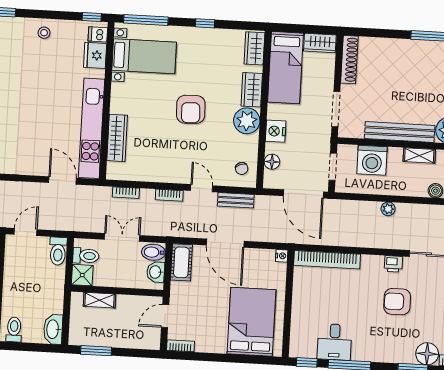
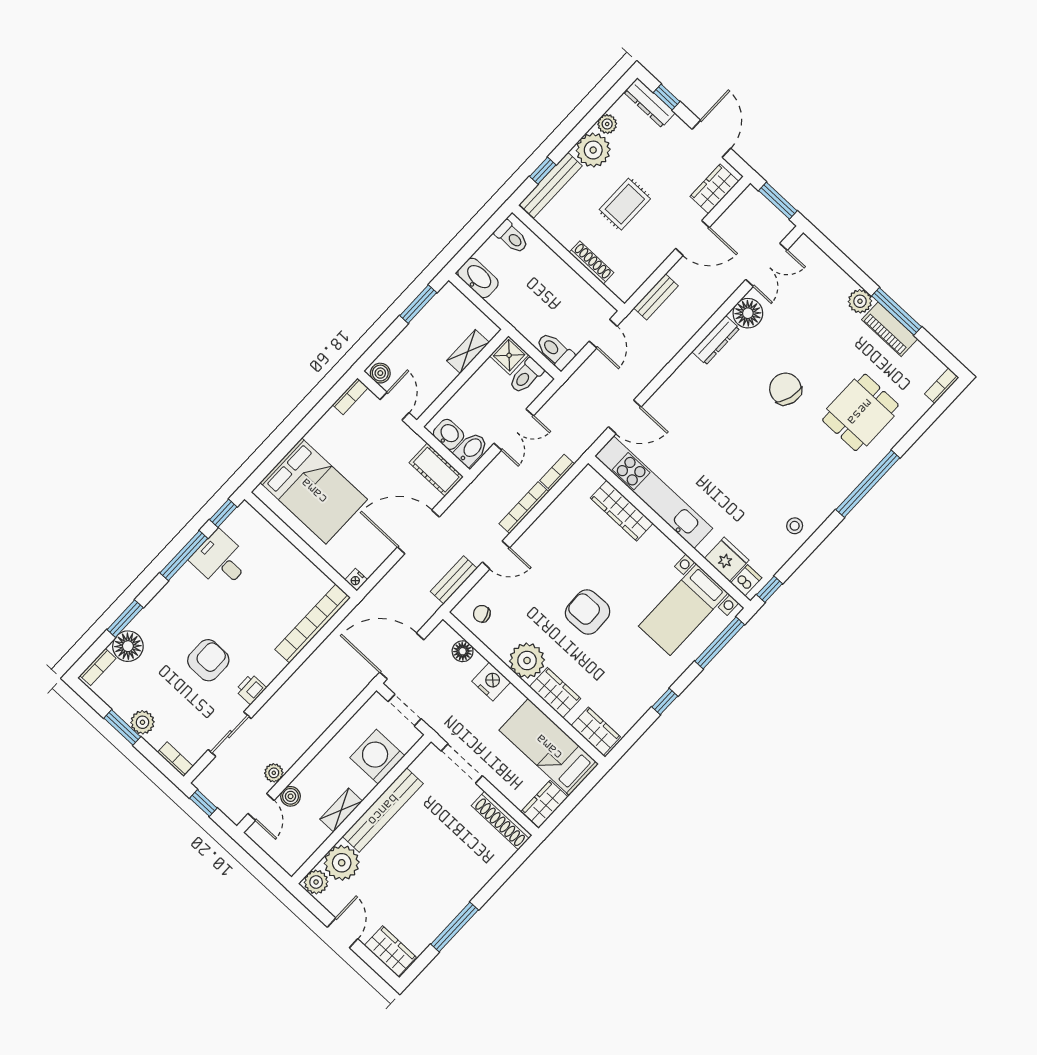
bookcase: (169, 195) -> (524, 508), width x1.56
plant: (388, 209) -> (274, 773), moved
boiler: (153, 340) -> (380, 373), added

